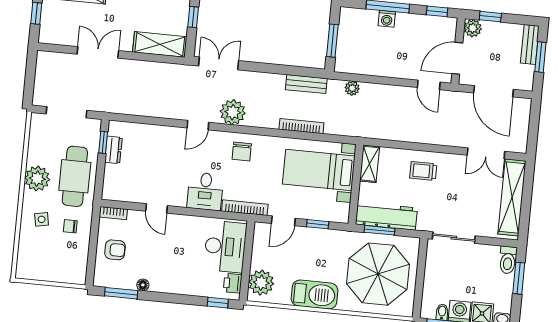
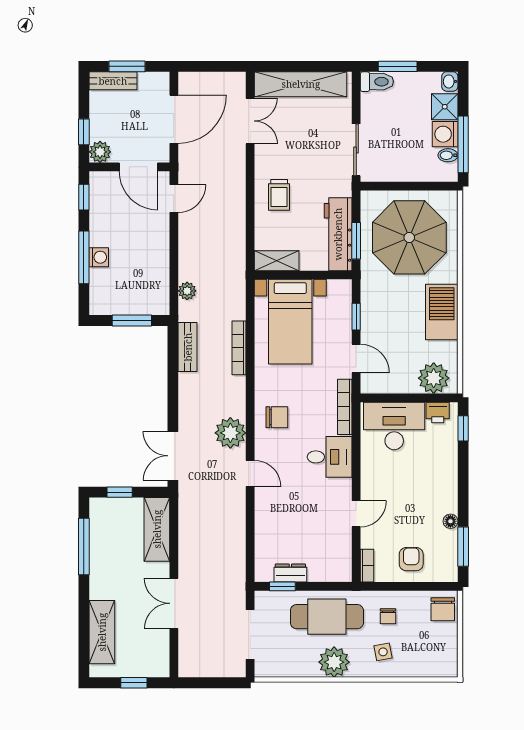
chair: (72, 272) -> (443, 609), added

